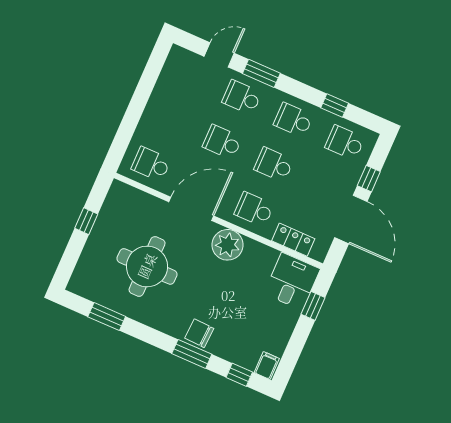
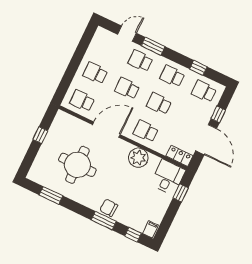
school desk: (171, 119) -> (95, 73), added
locker: (293, 240) -> (179, 156), moved
plant: (228, 245) -> (138, 158), moved

